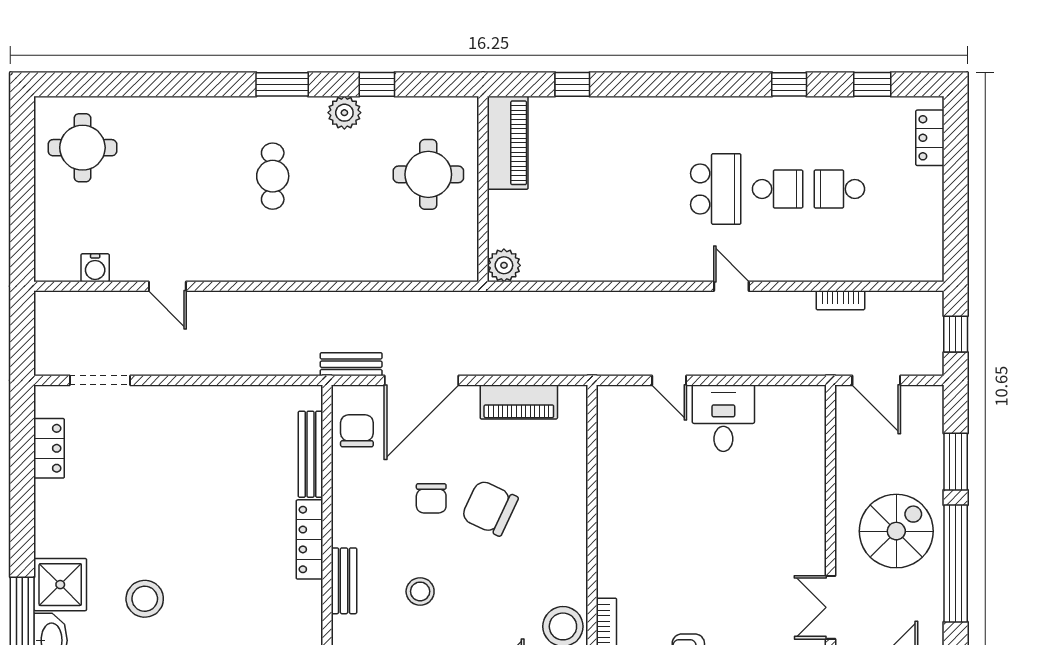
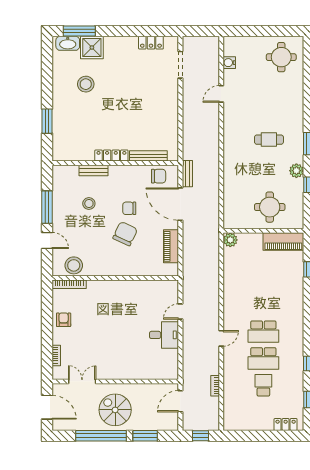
school desk: (778, 189) -> (263, 358), width x1.85
spiral stairs: (896, 531) -> (115, 410), turned 180

